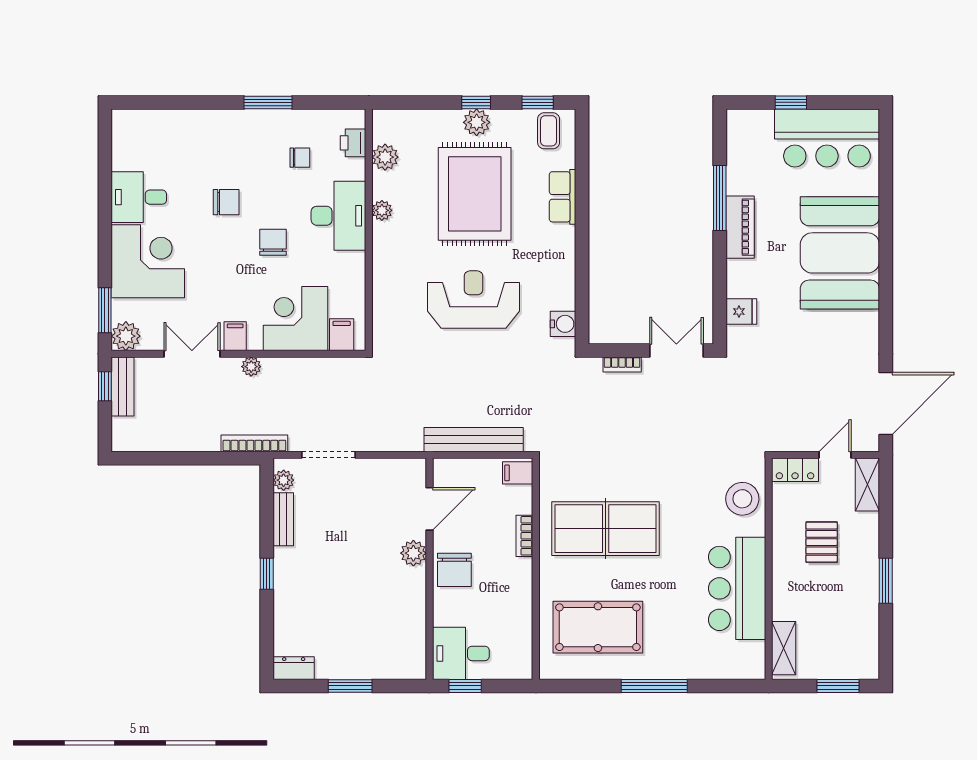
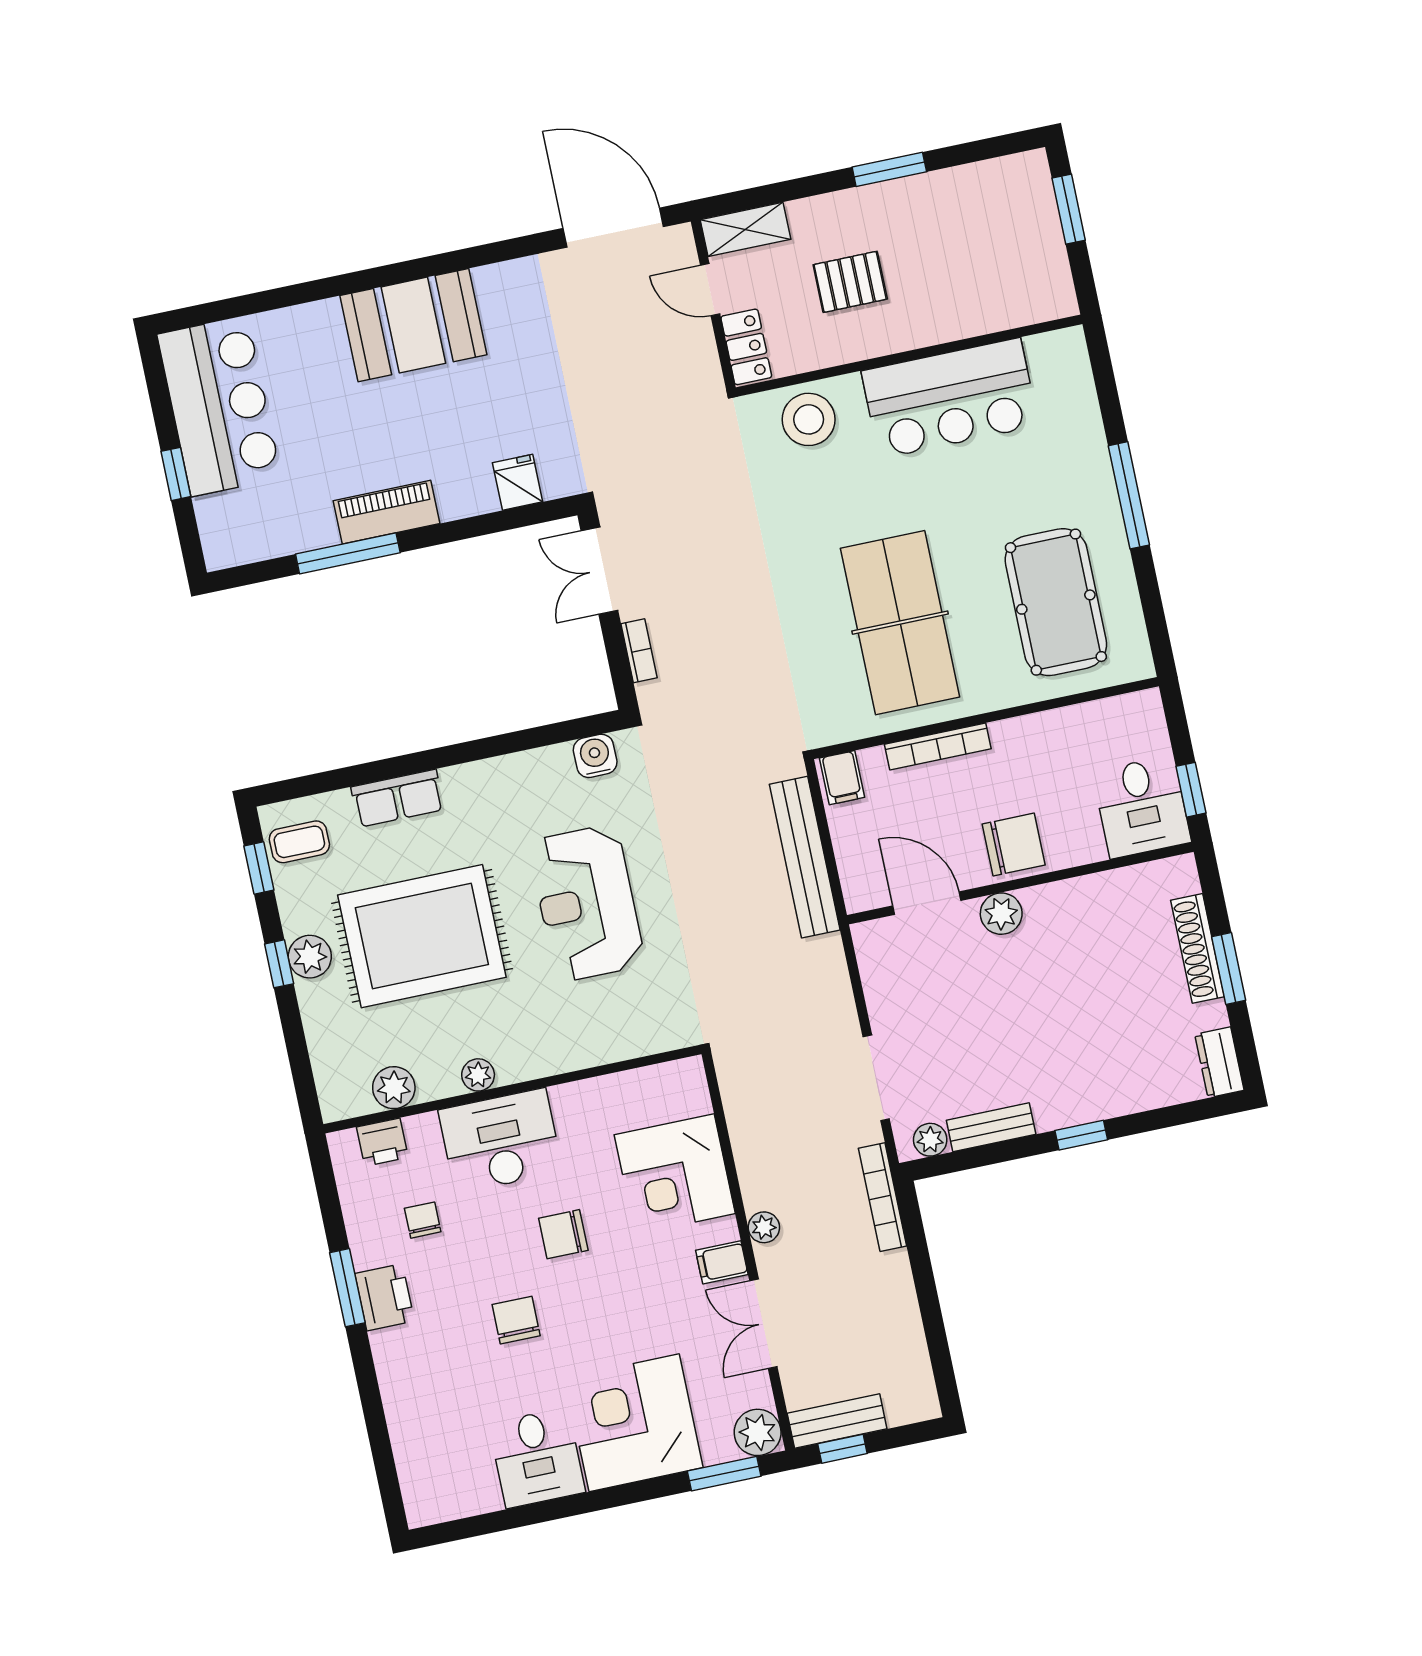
printer: (257, 124) -> (385, 1297), added
booth: (840, 253) -> (413, 325), width x0.73, depth x0.70
filing cabinet: (342, 335) -> (685, 1097), removed
bookcase: (524, 536) -> (938, 747), width x1.56
shelving: (784, 648) -> (1028, 306), removed
shoe rack: (367, 669) -> (1197, 948), added

